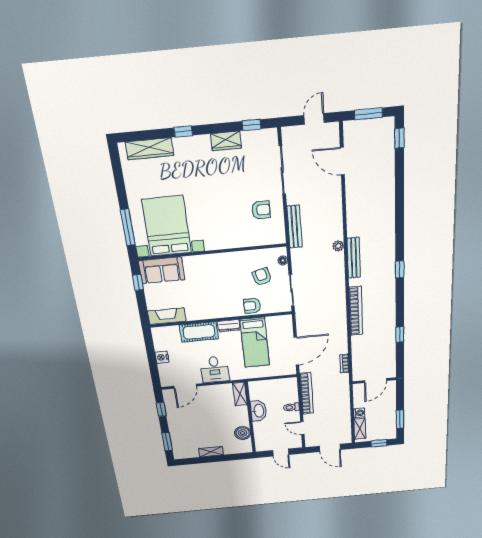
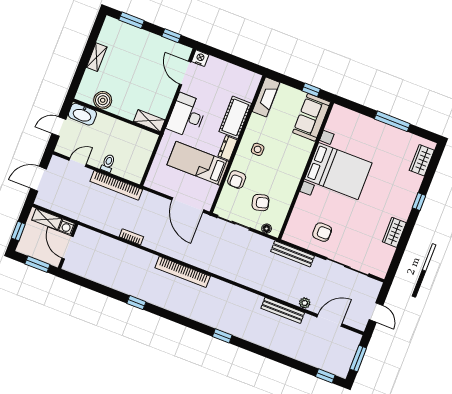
window: (251, 125) -> (397, 259), removed
wardrobe: (150, 149) -> (422, 160), width x0.67
armchair: (261, 210) -> (322, 232), turned -90
bed with nightstands: (167, 226) -> (338, 171), moved
window: (128, 227) -> (392, 121), moved
plant: (338, 246) -> (305, 303), moved
bench: (354, 258) -> (283, 310), moved
window: (400, 269) -> (222, 336), moved
side table: (216, 301) -> (258, 149), added
armchair: (252, 306) -> (237, 179), turned 180
door: (296, 351) -> (188, 205), moved
nightstand: (162, 357) -> (200, 58), moved
desk: (215, 369) -> (187, 116), width x1.37
wall: (374, 381) -> (68, 246), moved
door: (375, 381) -> (68, 247), moved
washbasin: (258, 411) -> (82, 114), moved

